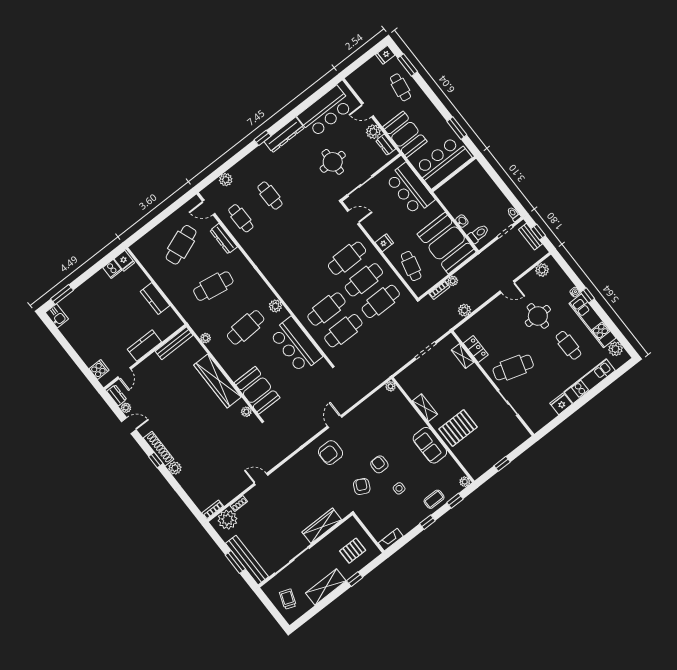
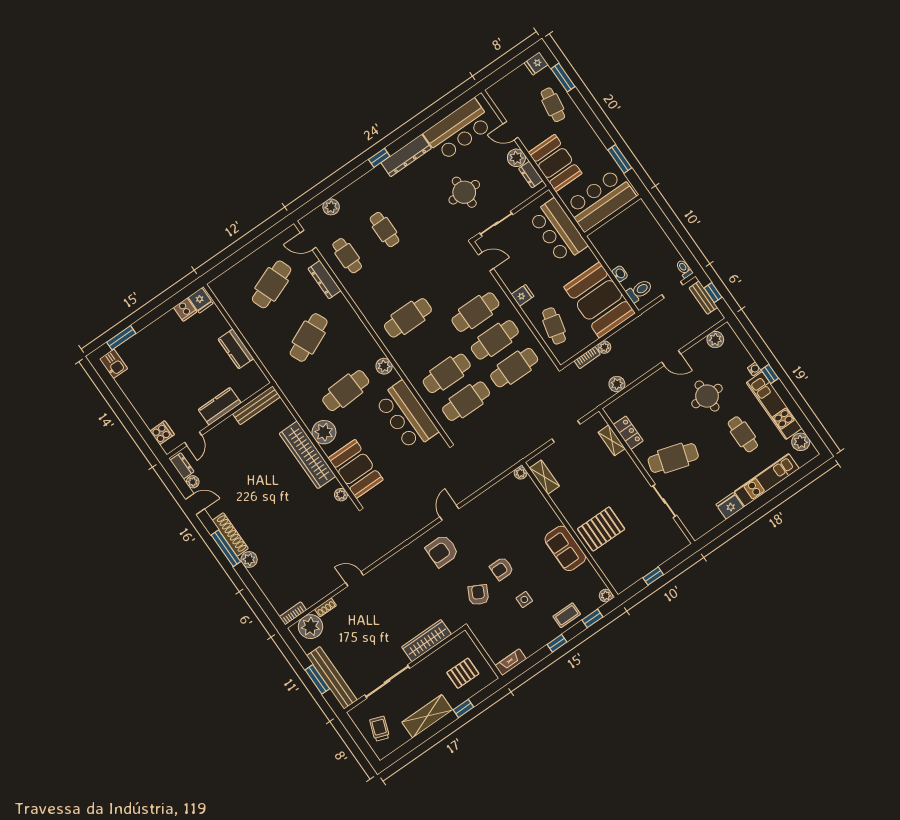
cafe table: (293, 266) -> (408, 318), added
cafe table: (213, 286) -> (309, 338), turned -33
plant: (206, 338) -> (324, 432), moved, width x1.88, depth x1.88
shelving: (425, 408) -> (544, 477), moved
window: (156, 460) -> (226, 548), width x2.17
armchair: (379, 464) -> (502, 569), turned -90

